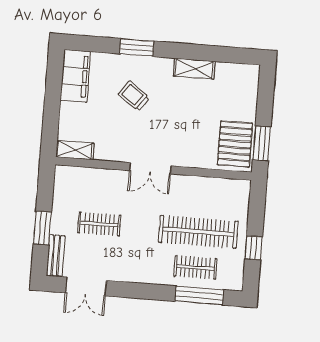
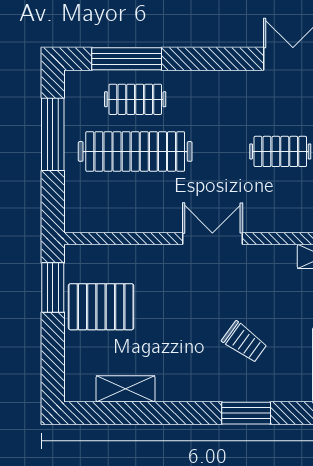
shelving: (194, 69) -> (126, 389), moved
pallet: (235, 144) -> (101, 307), moved, turned 90
window: (254, 248) -> (53, 134), width x2.17

